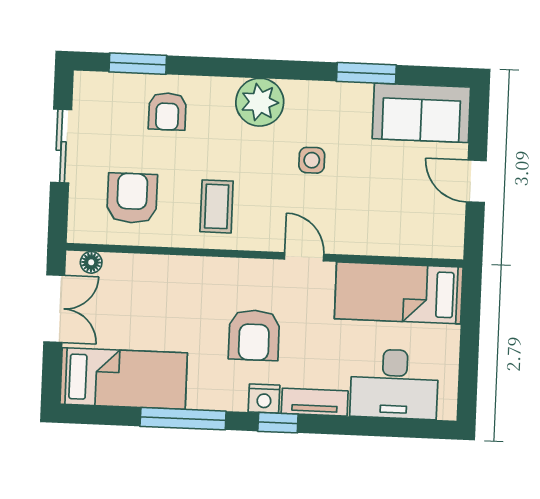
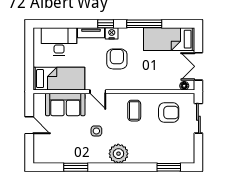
armchair: (167, 111) -> (156, 148), removed
sofa: (421, 113) -> (65, 105), moved, turned 180
sliding door: (61, 146) -> (198, 118), moved
armchair: (132, 198) -> (169, 113), turned -90

